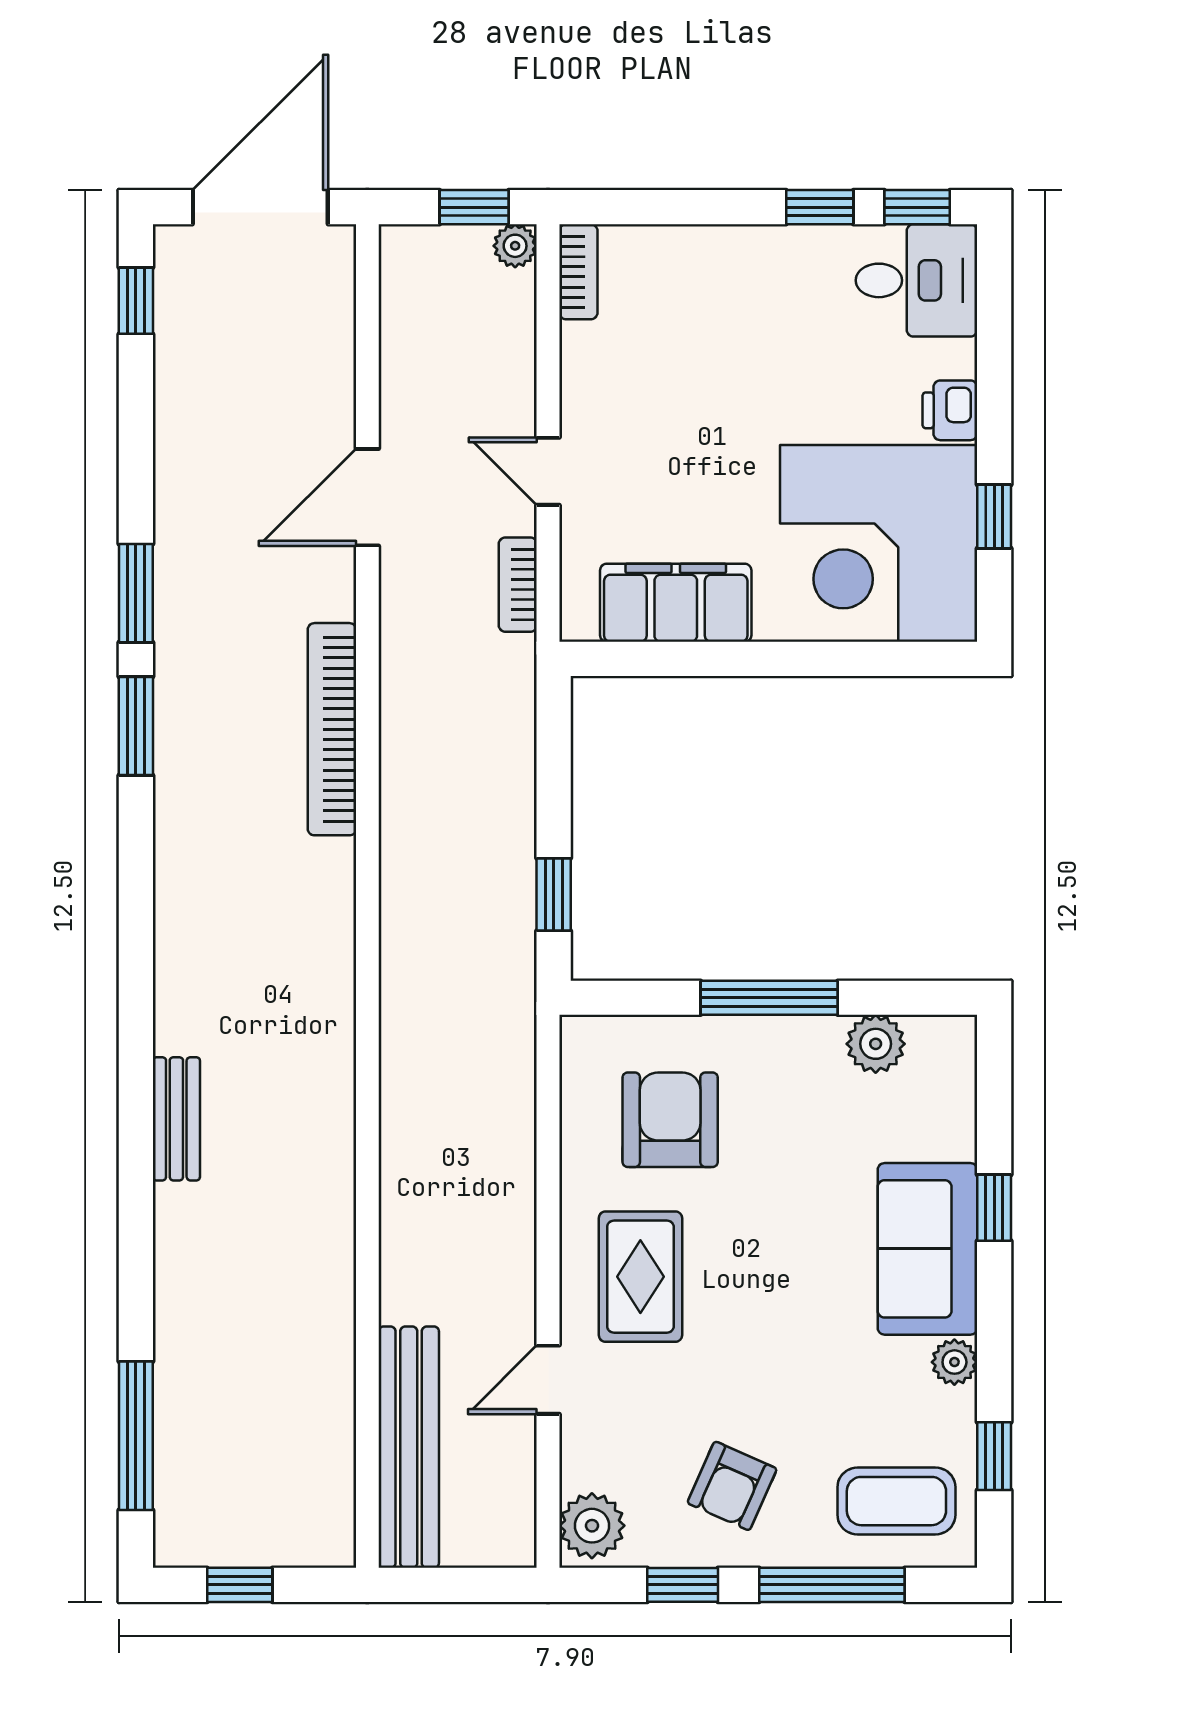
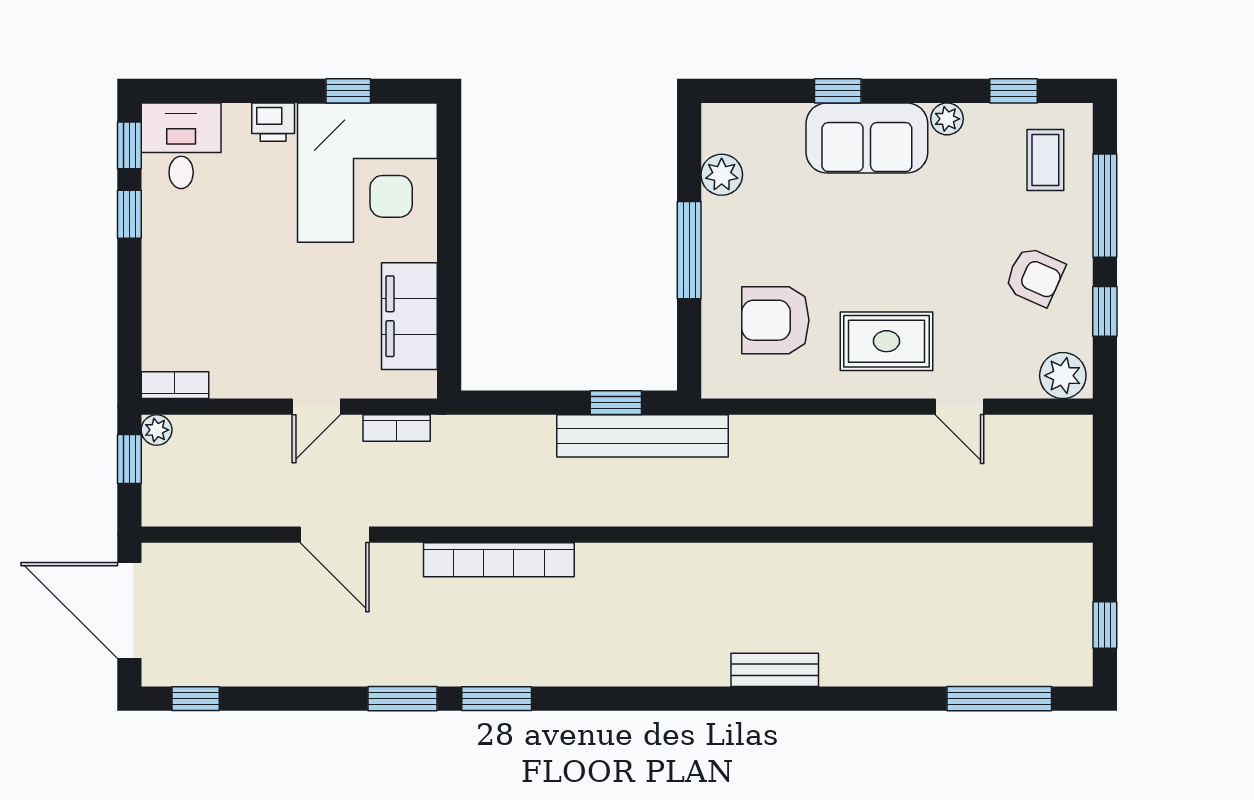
bench: (409, 1447) -> (642, 436), moved
coffee table: (896, 1501) -> (1045, 160), width x0.73, depth x0.77

